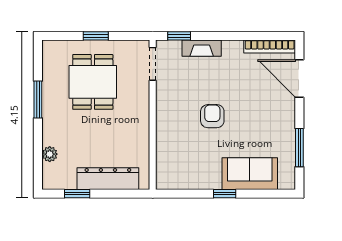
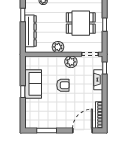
plant: (167, 101) -> (71, 62), added
plant: (139, 126) -> (58, 47), added
sofa: (250, 174) -> (33, 84), moved

